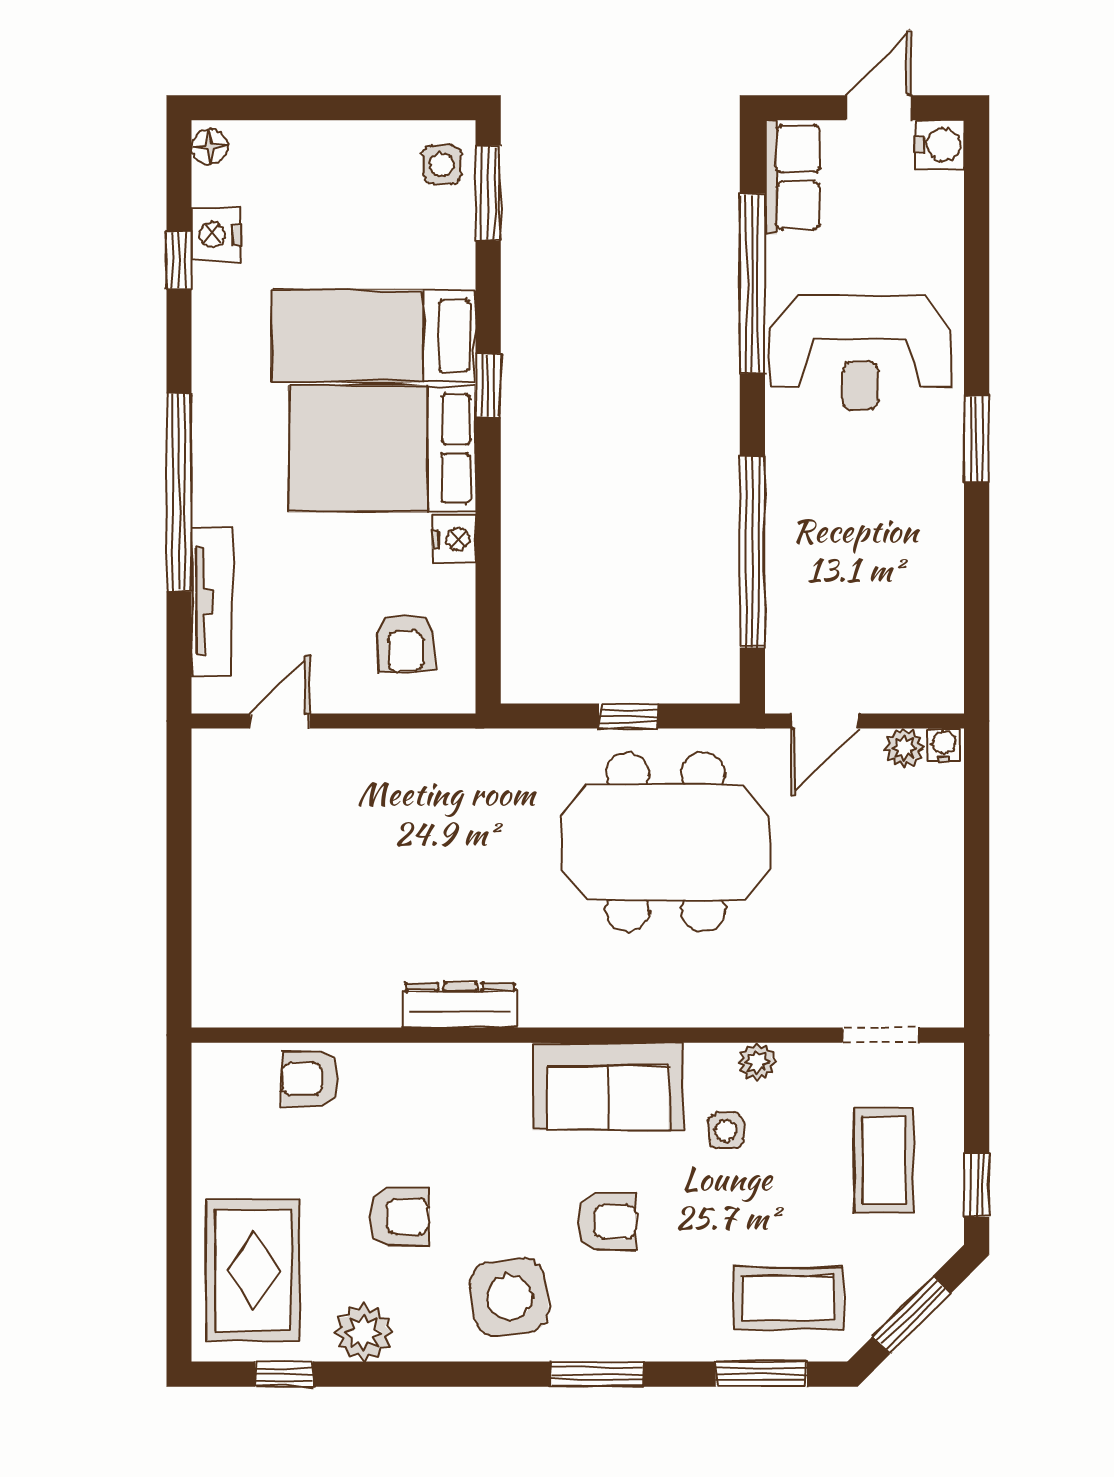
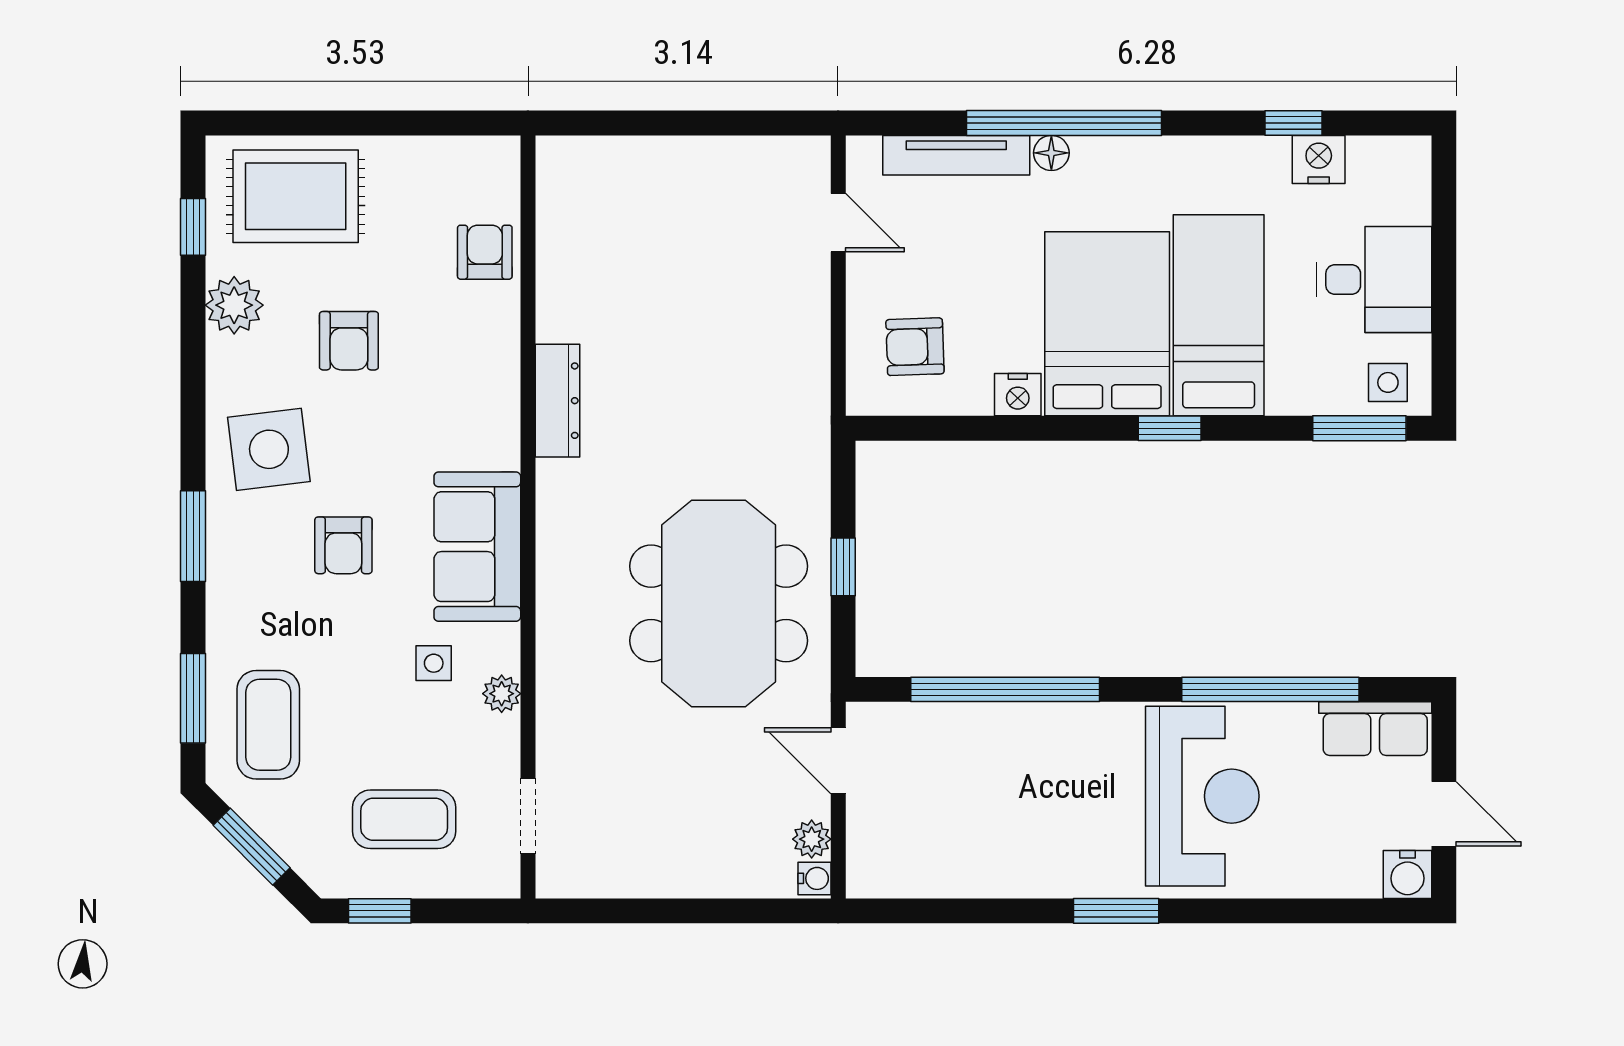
floor lamp: (209, 147) -> (1051, 153), moved
desk: (337, 178) -> (1374, 280), added
reception desk: (860, 352) -> (1202, 796), turned 180

